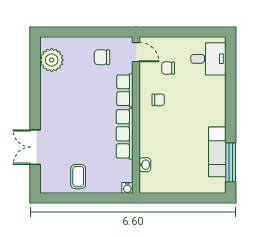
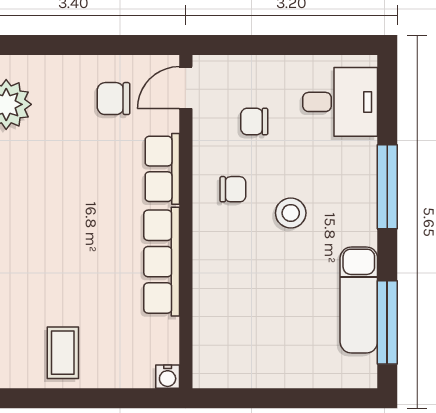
door: (136, 52) -> (186, 88), swing flipped
window: (231, 99) -> (387, 187), added
stool: (185, 111) -> (291, 213), added
washbasin: (145, 165) -> (205, 327), removed

